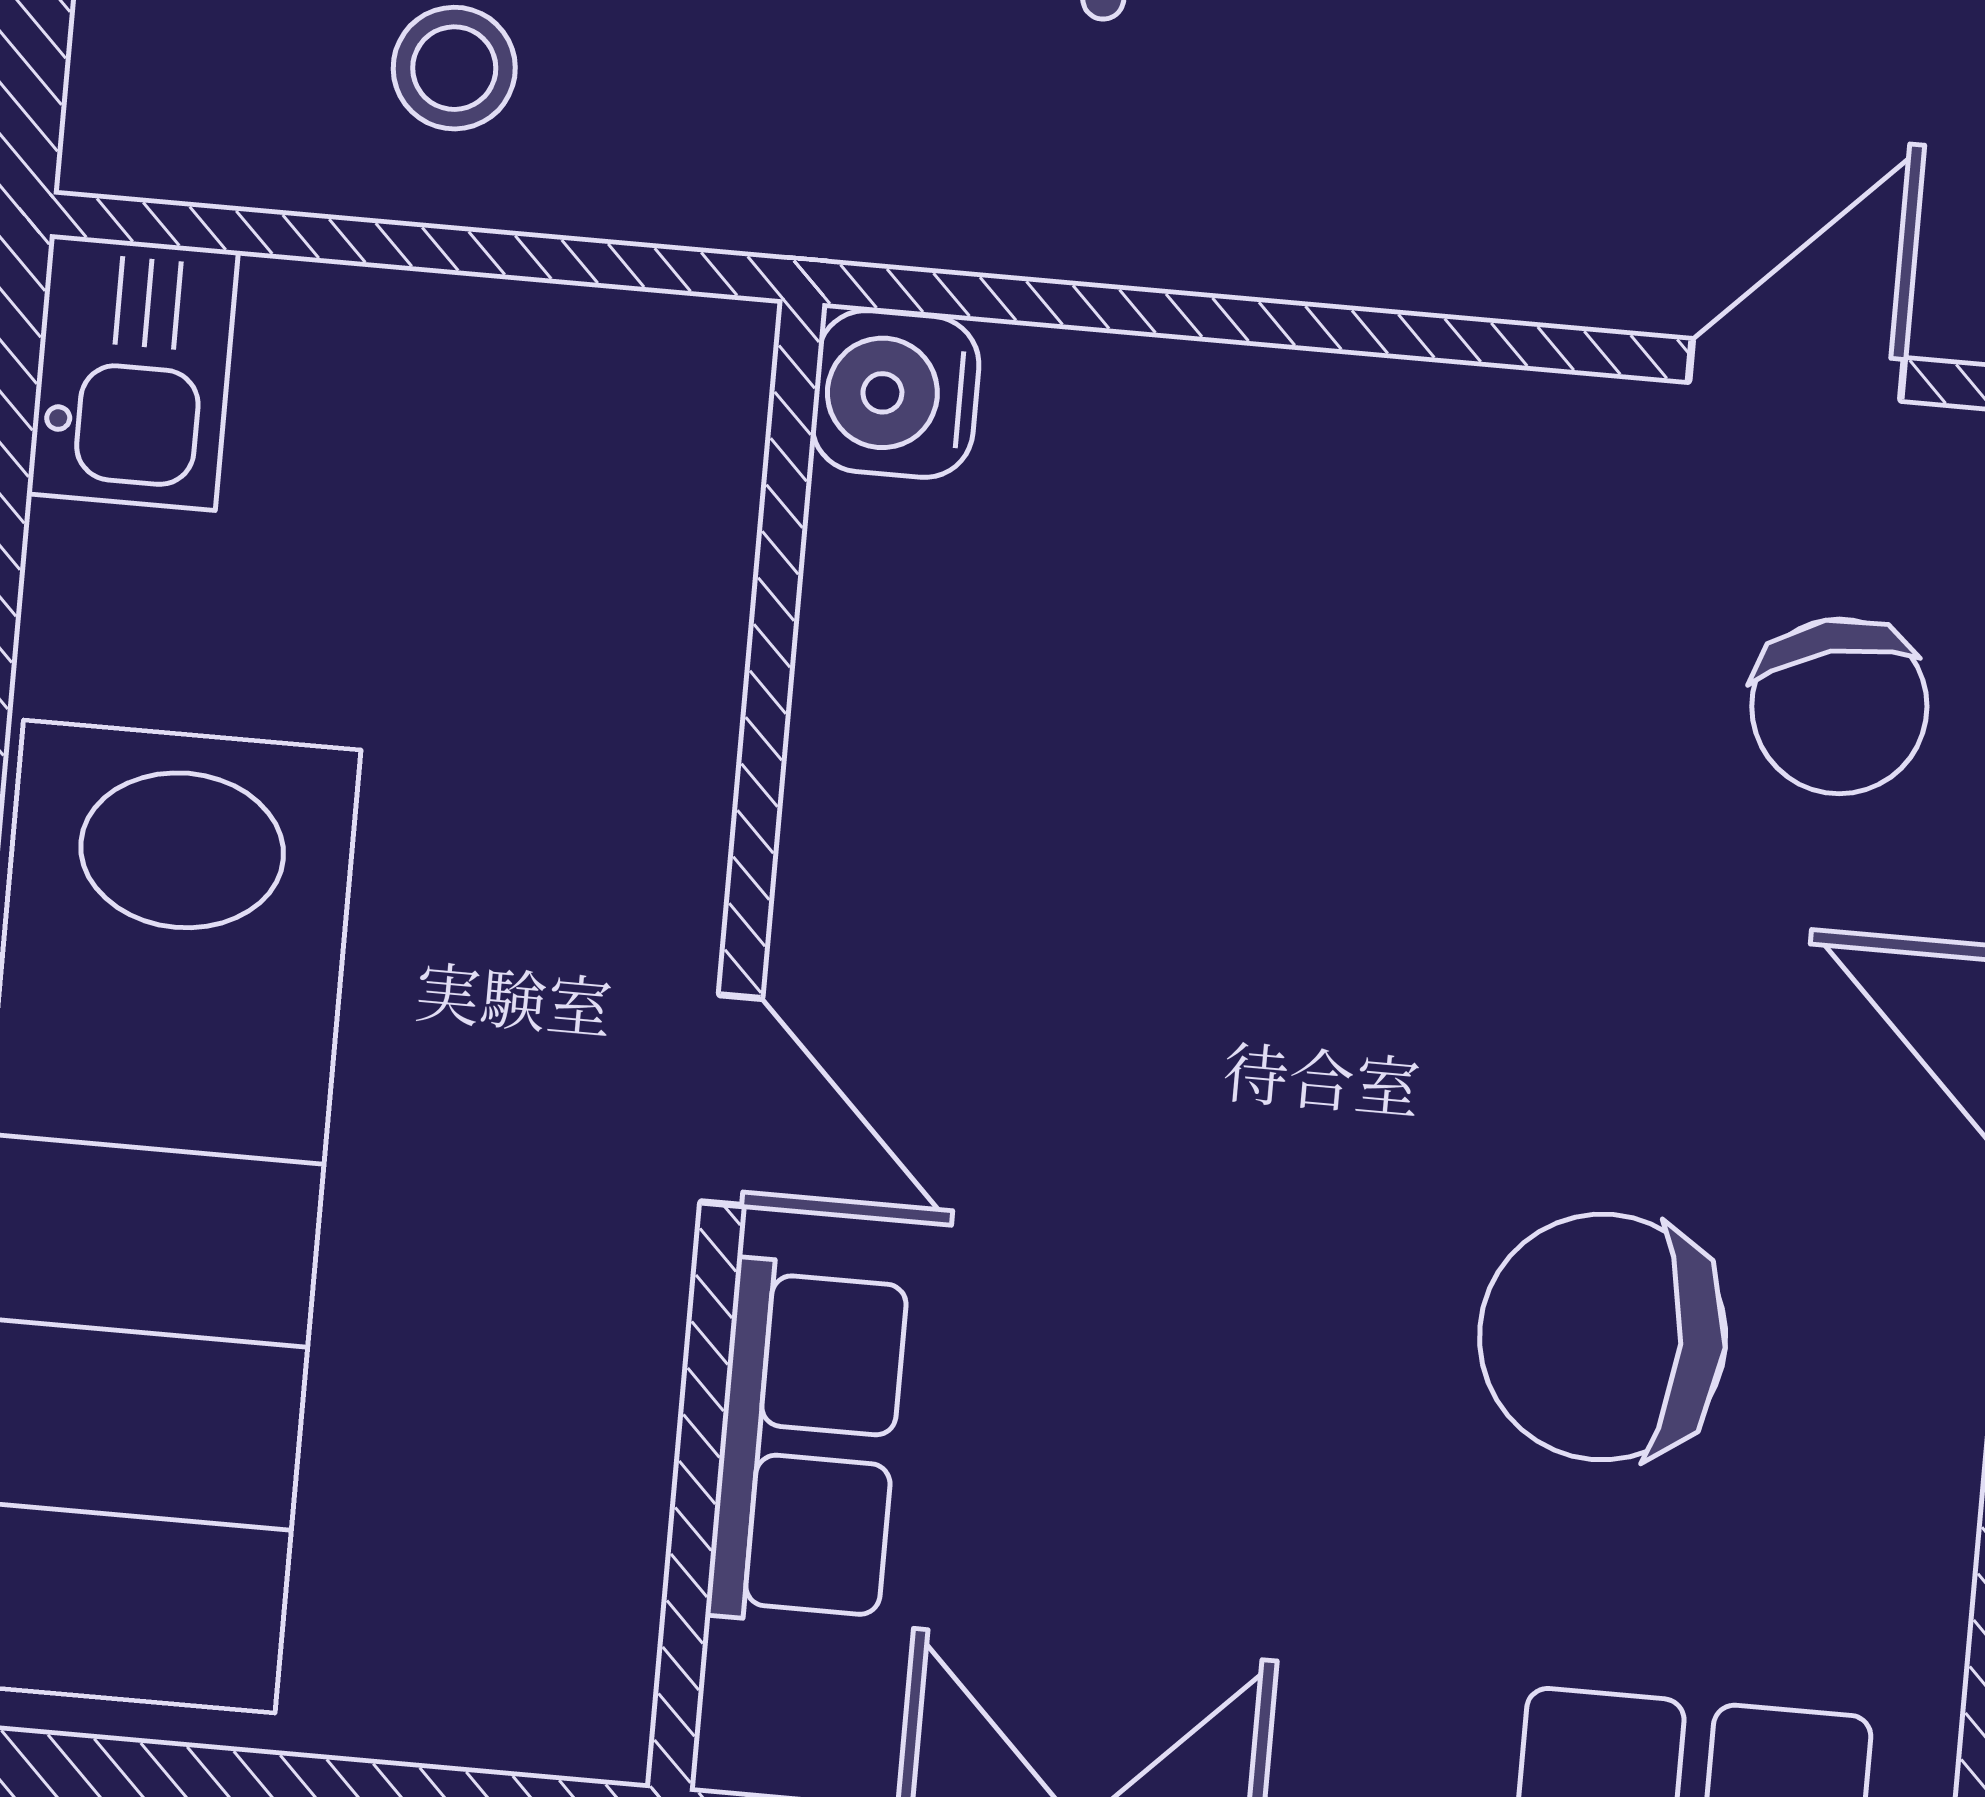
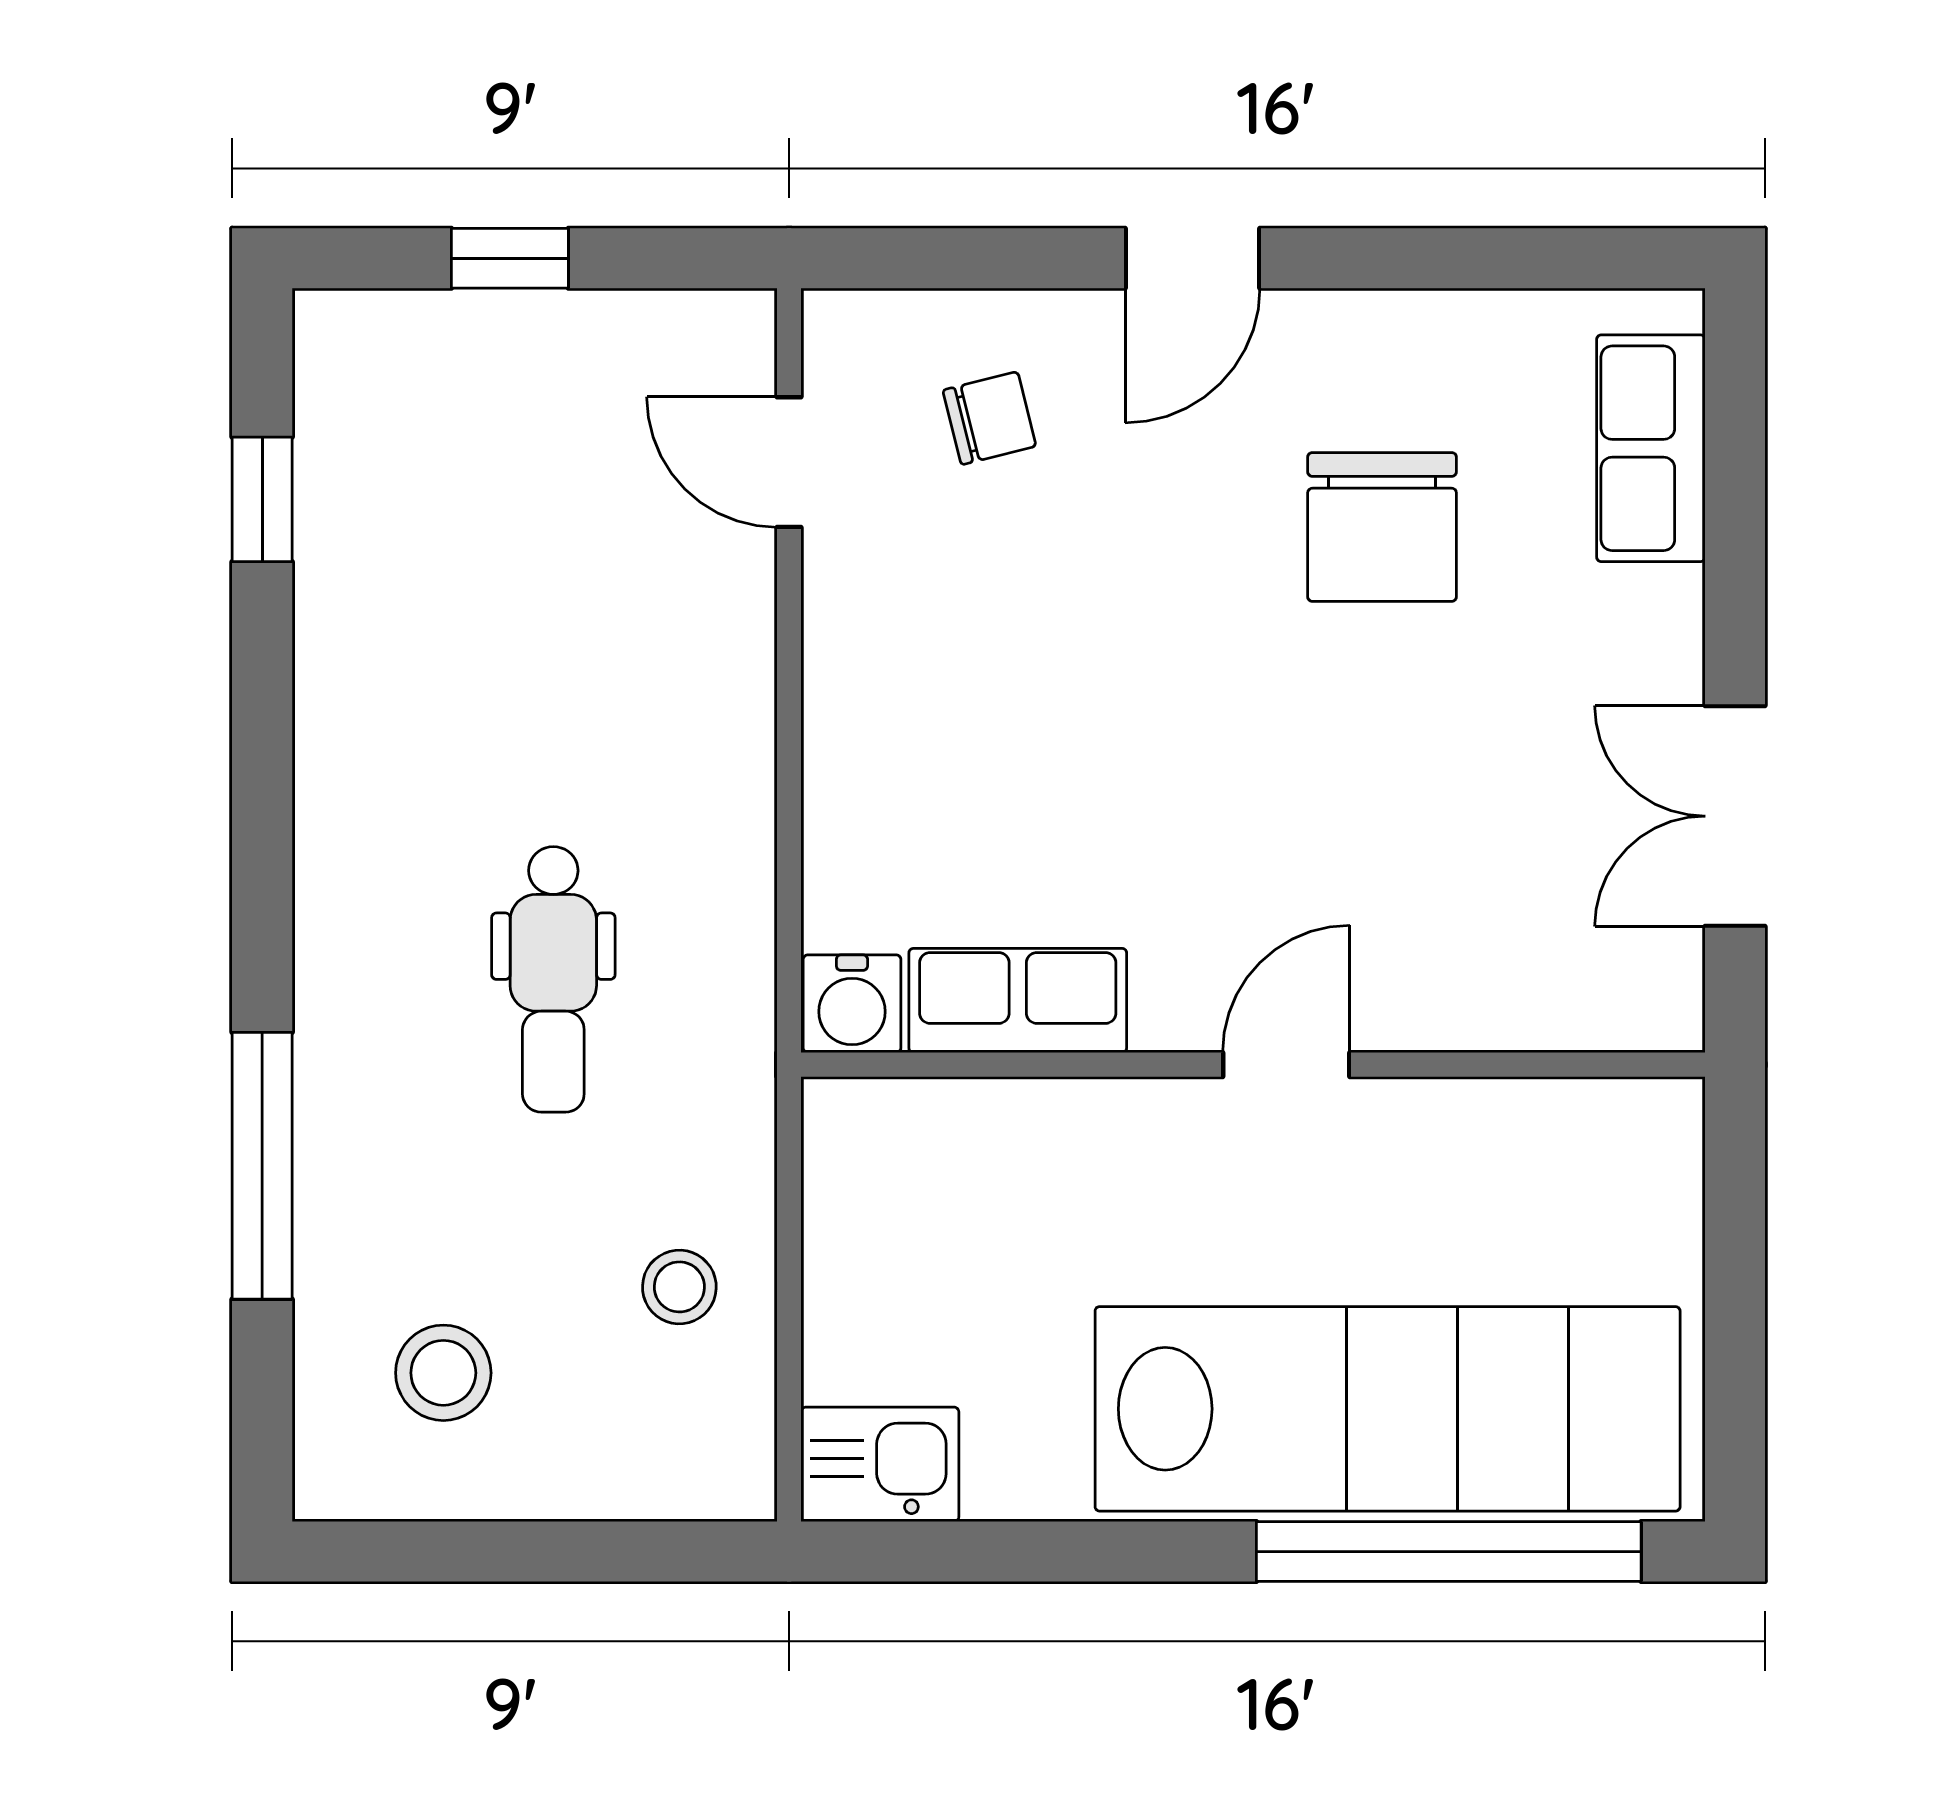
chair: (1839, 706) -> (989, 418), width x0.73, depth x0.73
row of seats: (807, 1443) -> (1018, 1000), moved

